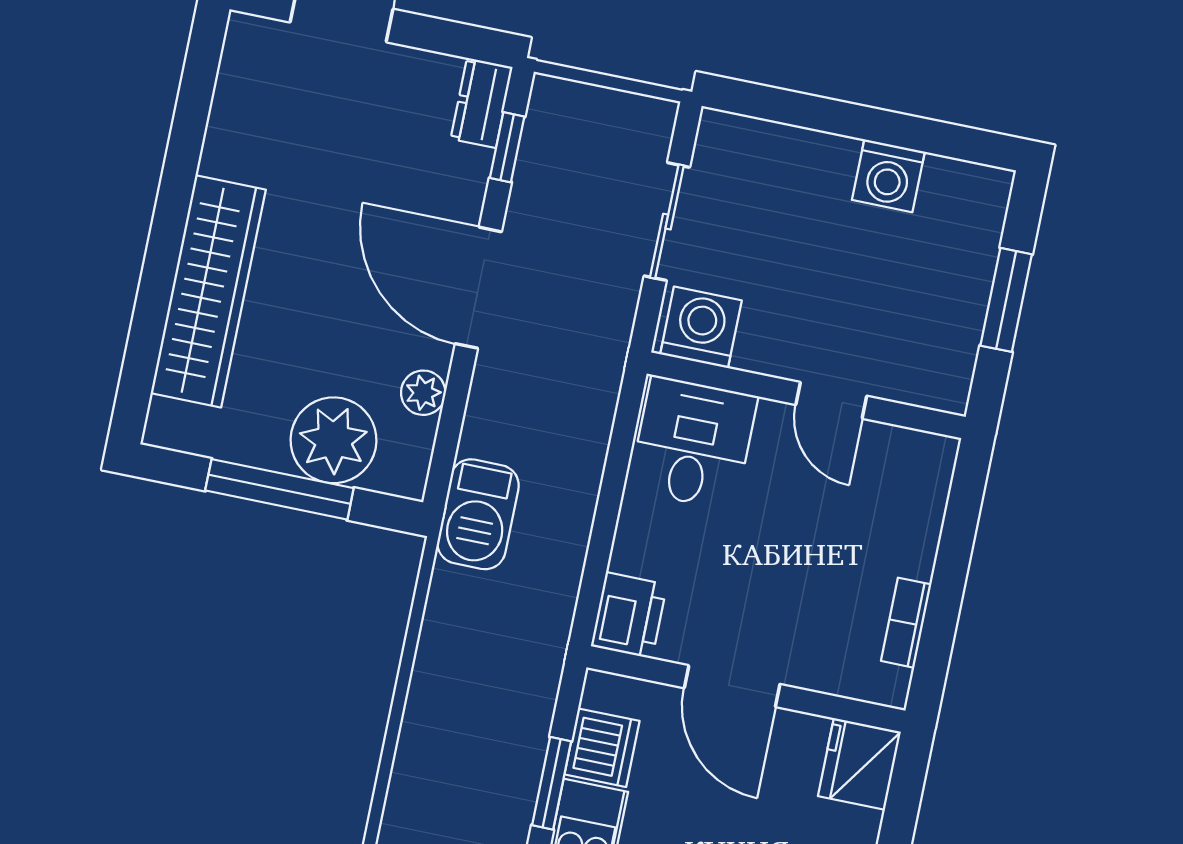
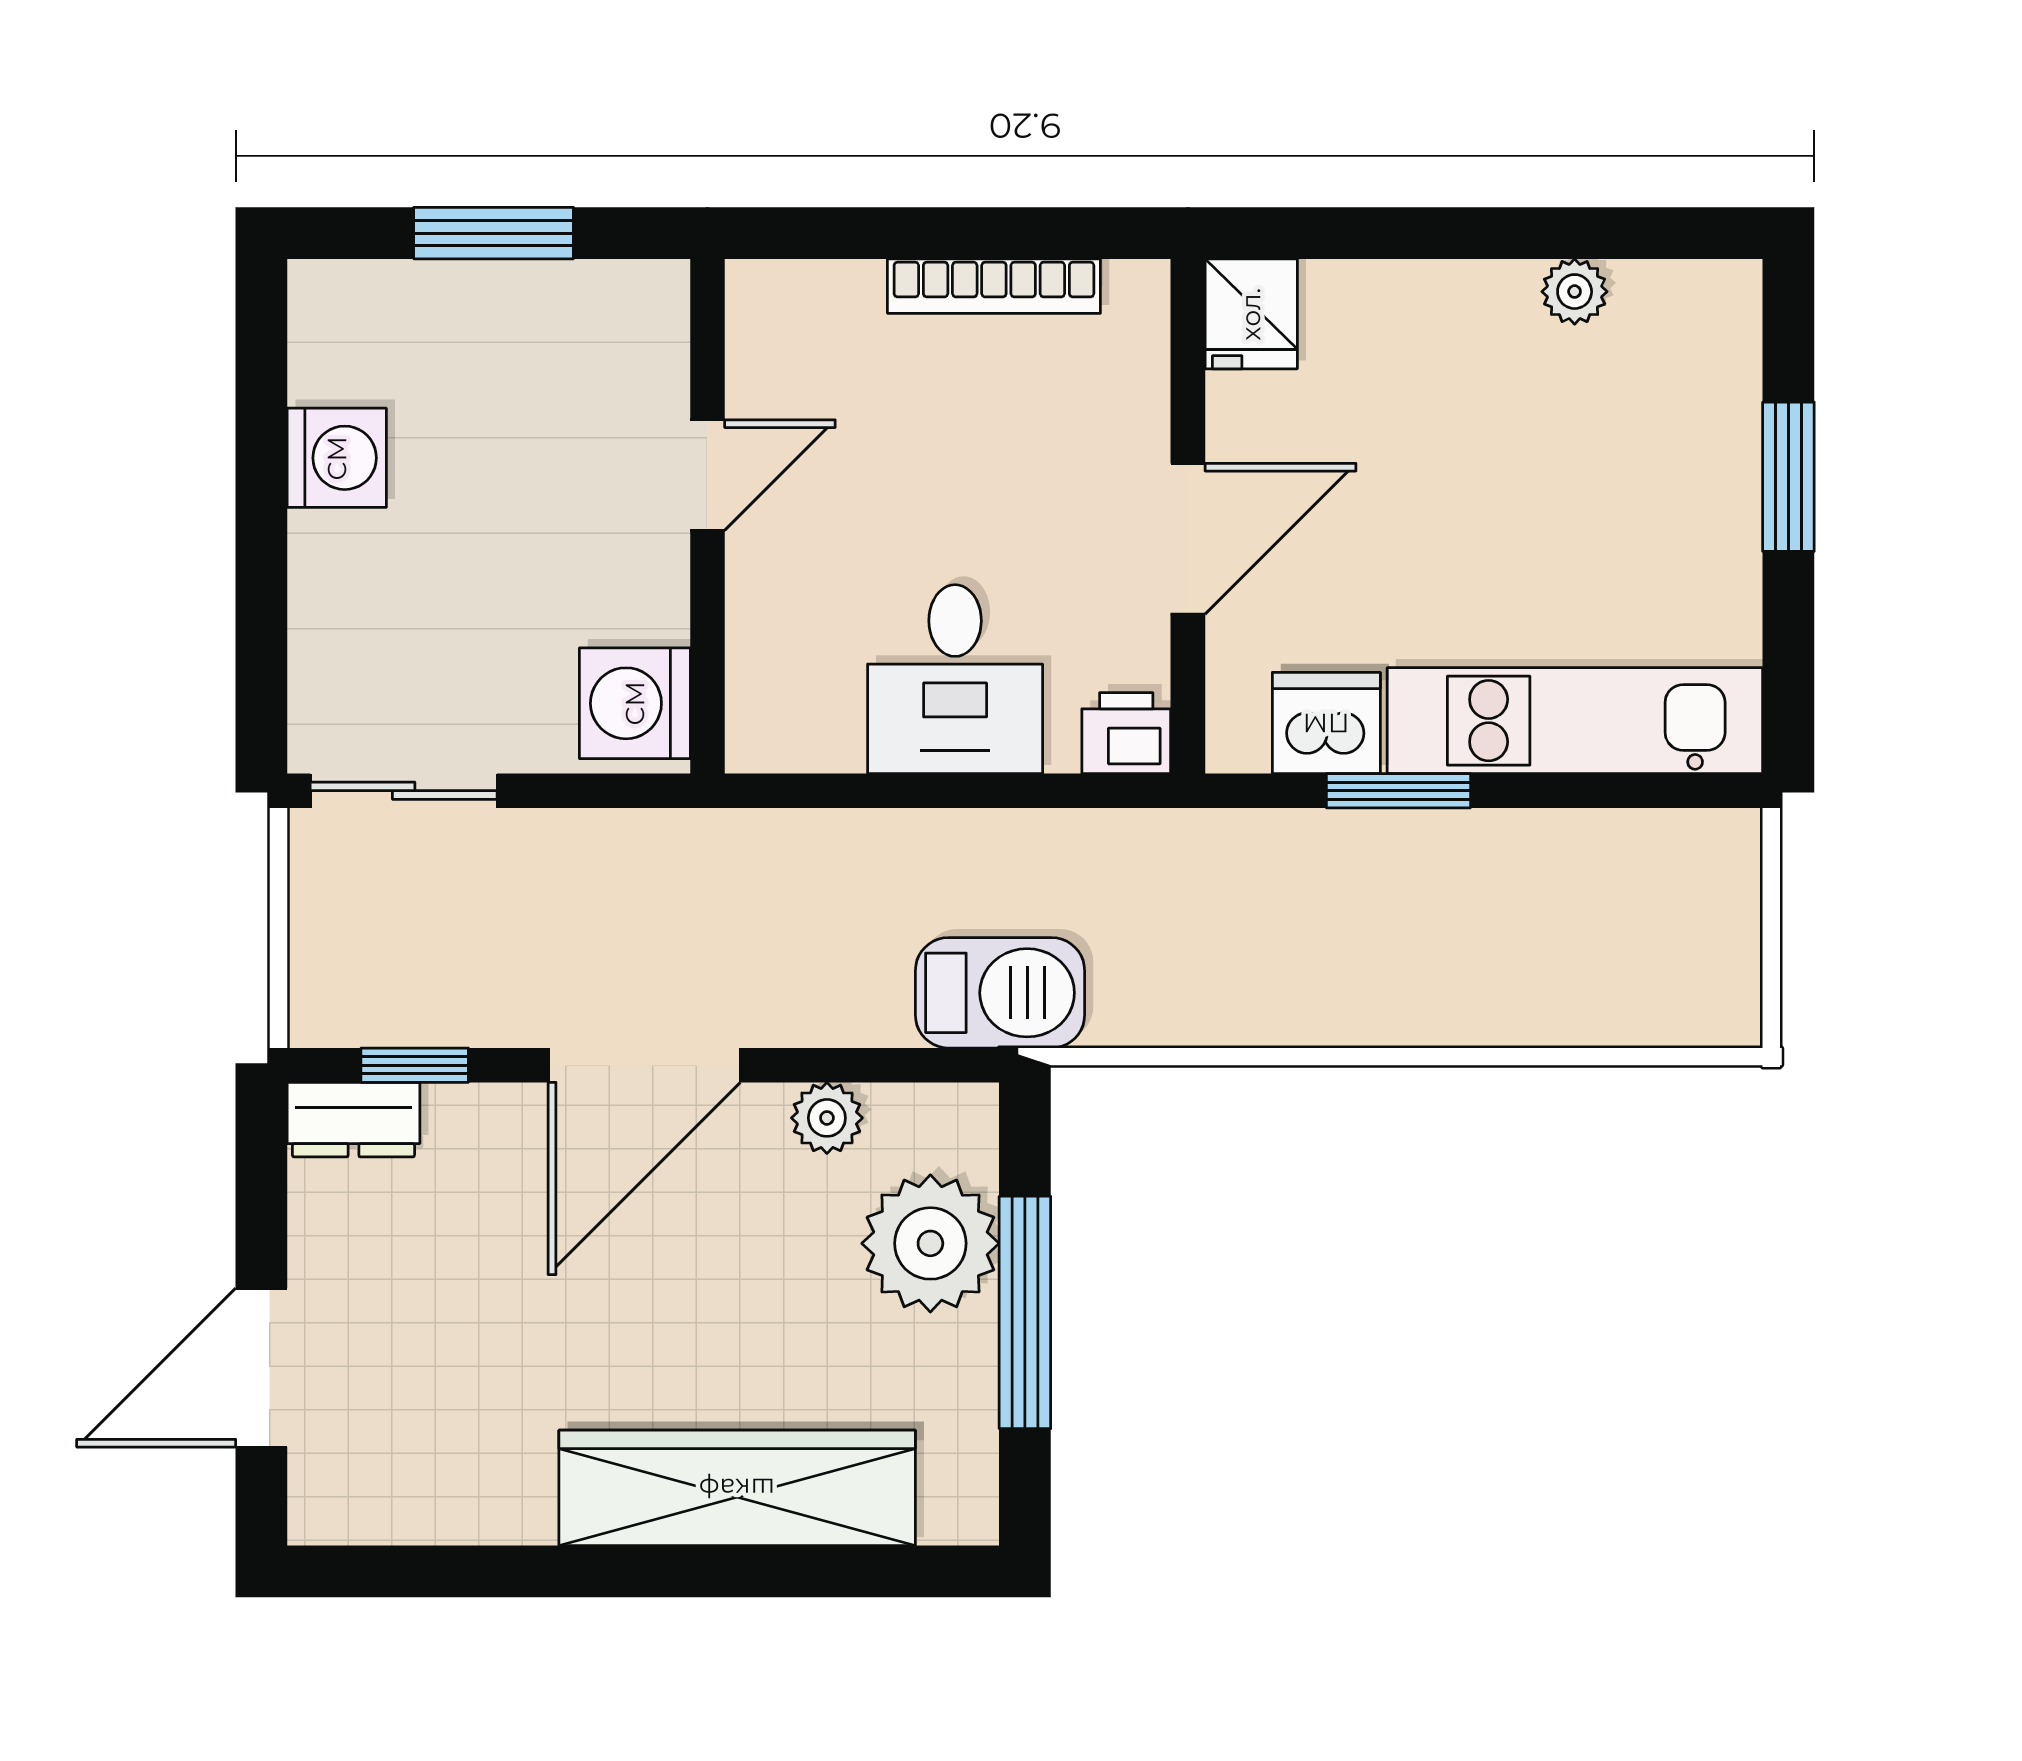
sliding door: (667, 222) -> (404, 791), moved
desk: (693, 443) -> (955, 679), moved, turned -90
printer: (629, 615) -> (1126, 733), width x0.73, depth x0.81
bookcase: (906, 623) -> (994, 286), width x1.56
fridge: (859, 764) -> (1251, 314), width x0.72

